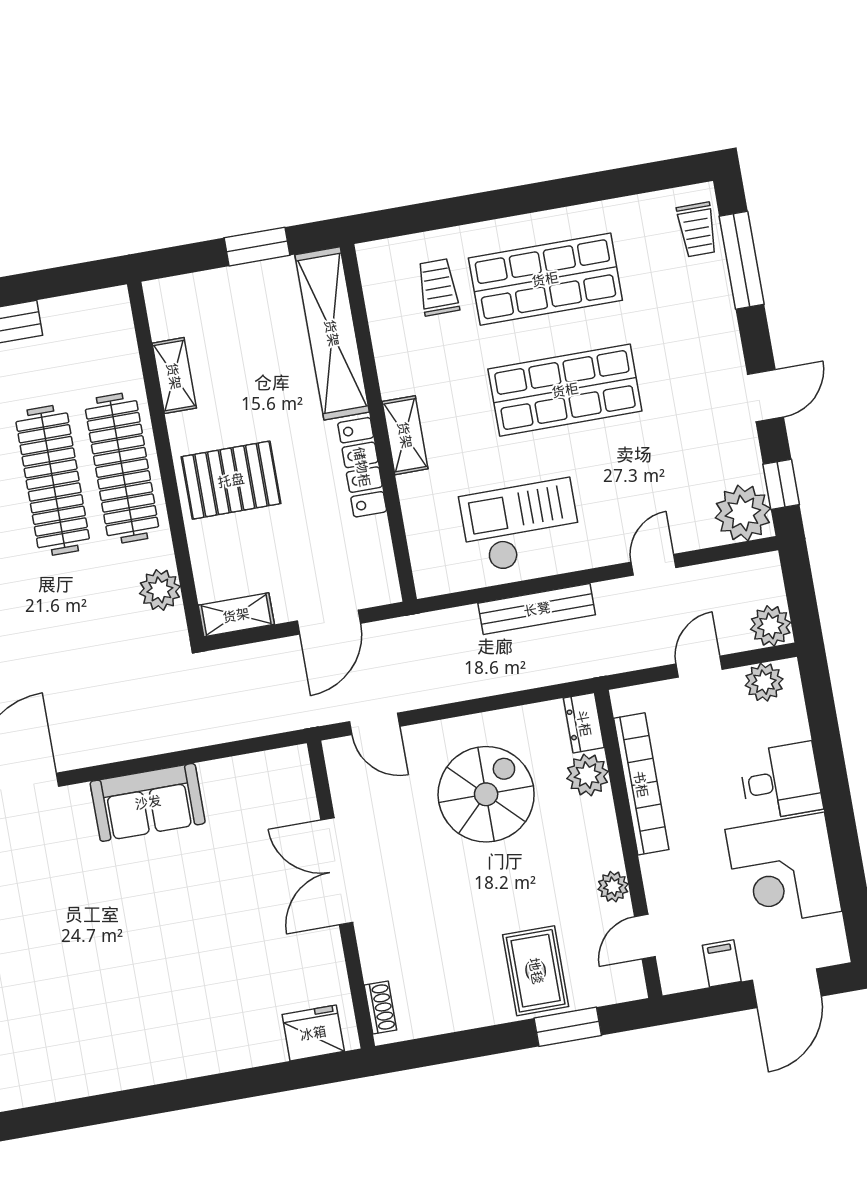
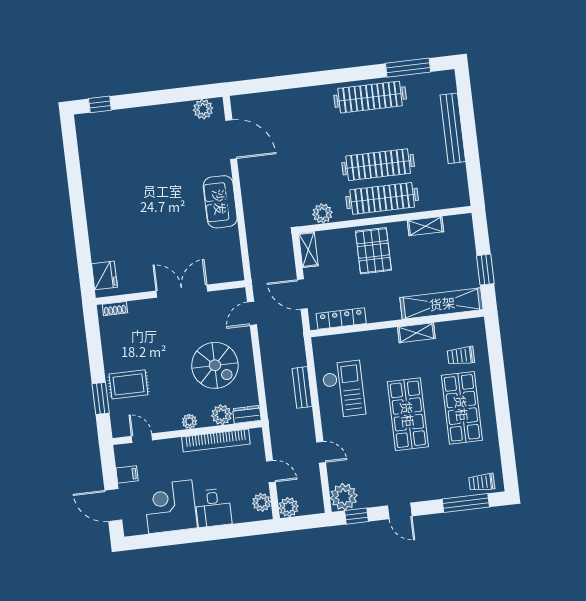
trolley: (438, 287) -> (461, 356), turned 180
shelving: (405, 435) -> (416, 333), moved
locker: (362, 467) -> (341, 318), moved
bench: (537, 609) -> (302, 387), width x0.73
plant: (613, 887) -> (189, 421), moved

